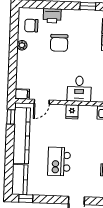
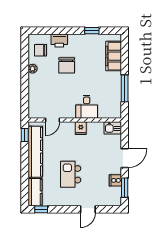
filing cabinet: (22, 94) -> (34, 114), removed

